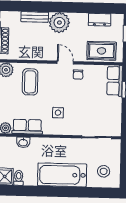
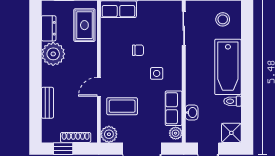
plant: (59, 23) -> (53, 54), moved
door: (65, 62) -> (99, 87), moved
chair: (78, 75) -> (138, 50), moved
toilet: (19, 178) -> (232, 101), moved

